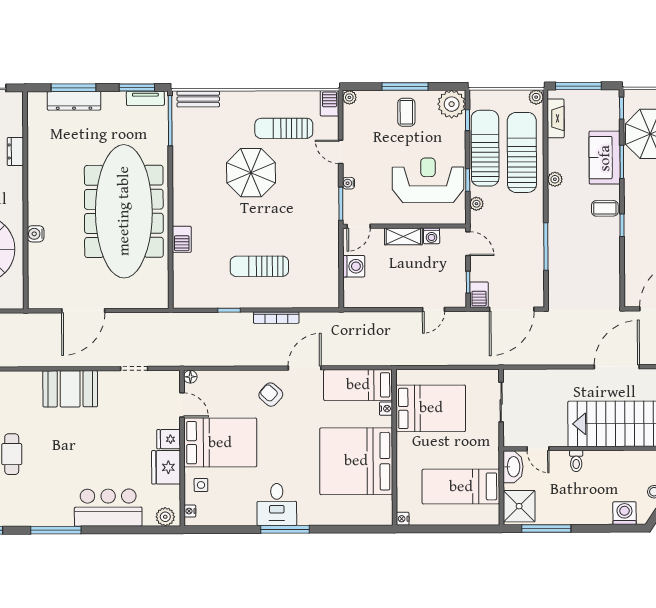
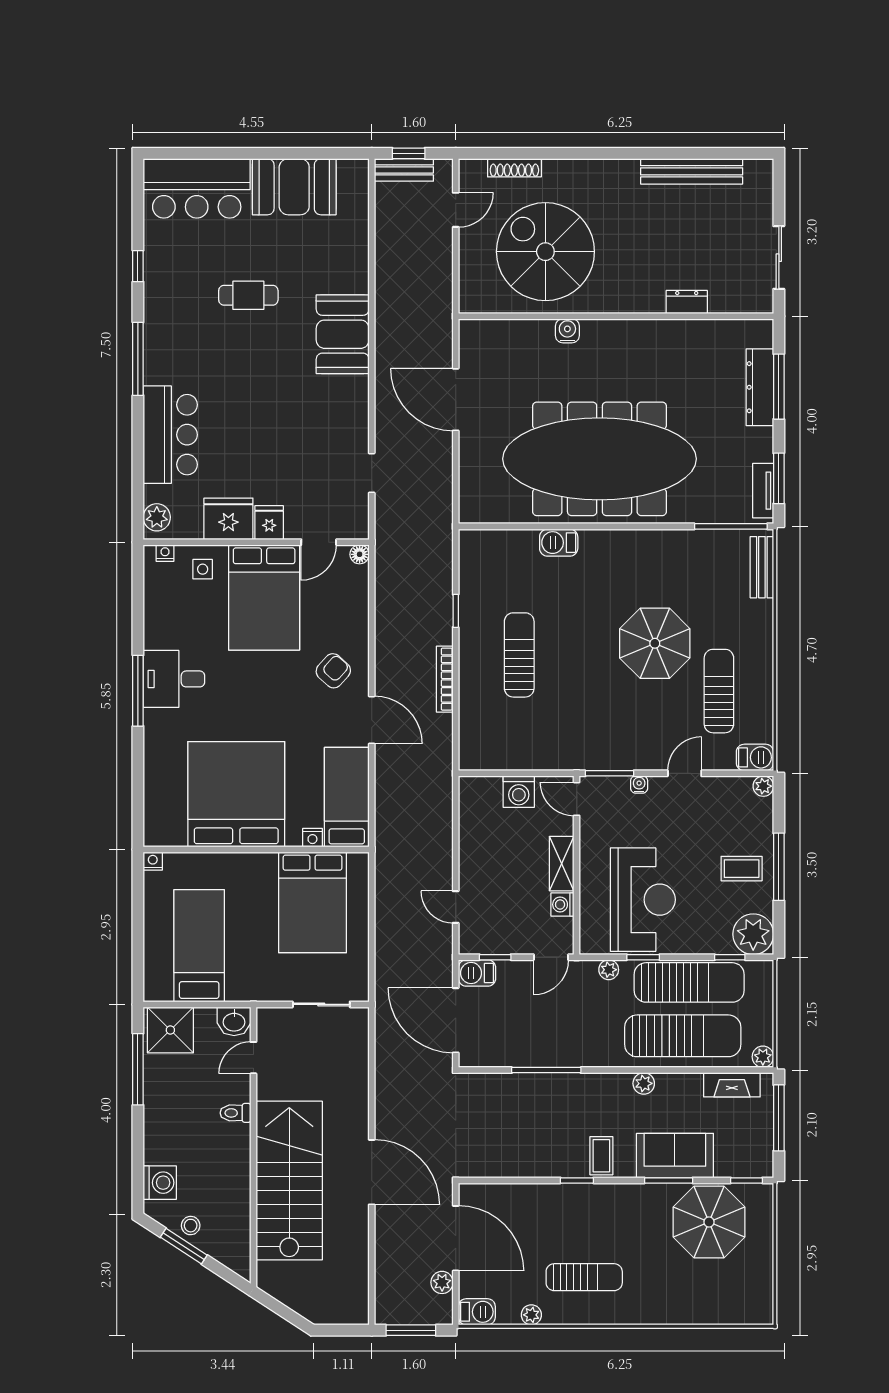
booth: (70, 389) -> (343, 334), moved
washbasin: (513, 467) -> (234, 1021), width x0.72

